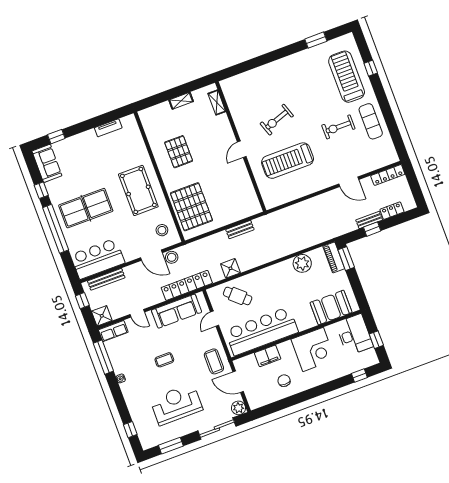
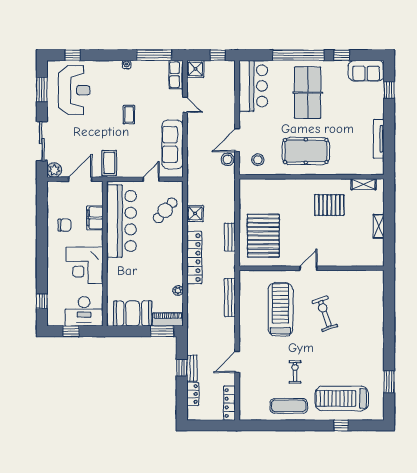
treadmill: (347, 77) -> (342, 398), turned 180
shelving: (217, 102) -> (364, 184), moved
exercise bike: (338, 127) -> (295, 372), width x0.73, depth x0.72
tv unit: (108, 128) -> (379, 139), width x1.41
door: (242, 149) -> (308, 268), hinge flipped
pallet: (191, 207) -> (263, 236), moved, turned 90
plant: (302, 263) -> (178, 290), width x0.53, depth x0.53
bench: (106, 279) -> (230, 297), moved
locker: (187, 285) -> (194, 258), moved
booth: (331, 307) -> (133, 313), moved, turned 90
door: (137, 313) -> (185, 105), swing flipped
door: (215, 319) -> (151, 179), hinge flipped
coffee table: (214, 361) -> (109, 163), turned 90
reception desk: (176, 404) -> (74, 90), moved

